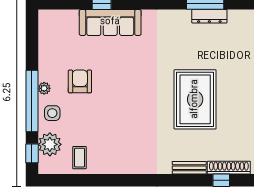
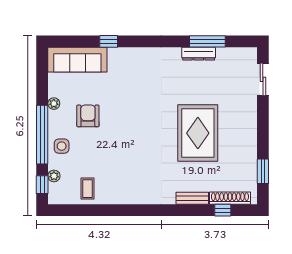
dresser: (209, 16) -> (199, 54), moved
sofa: (110, 22) -> (77, 60), moved
plant: (44, 88) -> (54, 104), moved
plant: (50, 144) -> (54, 176), width x0.53, depth x0.53

